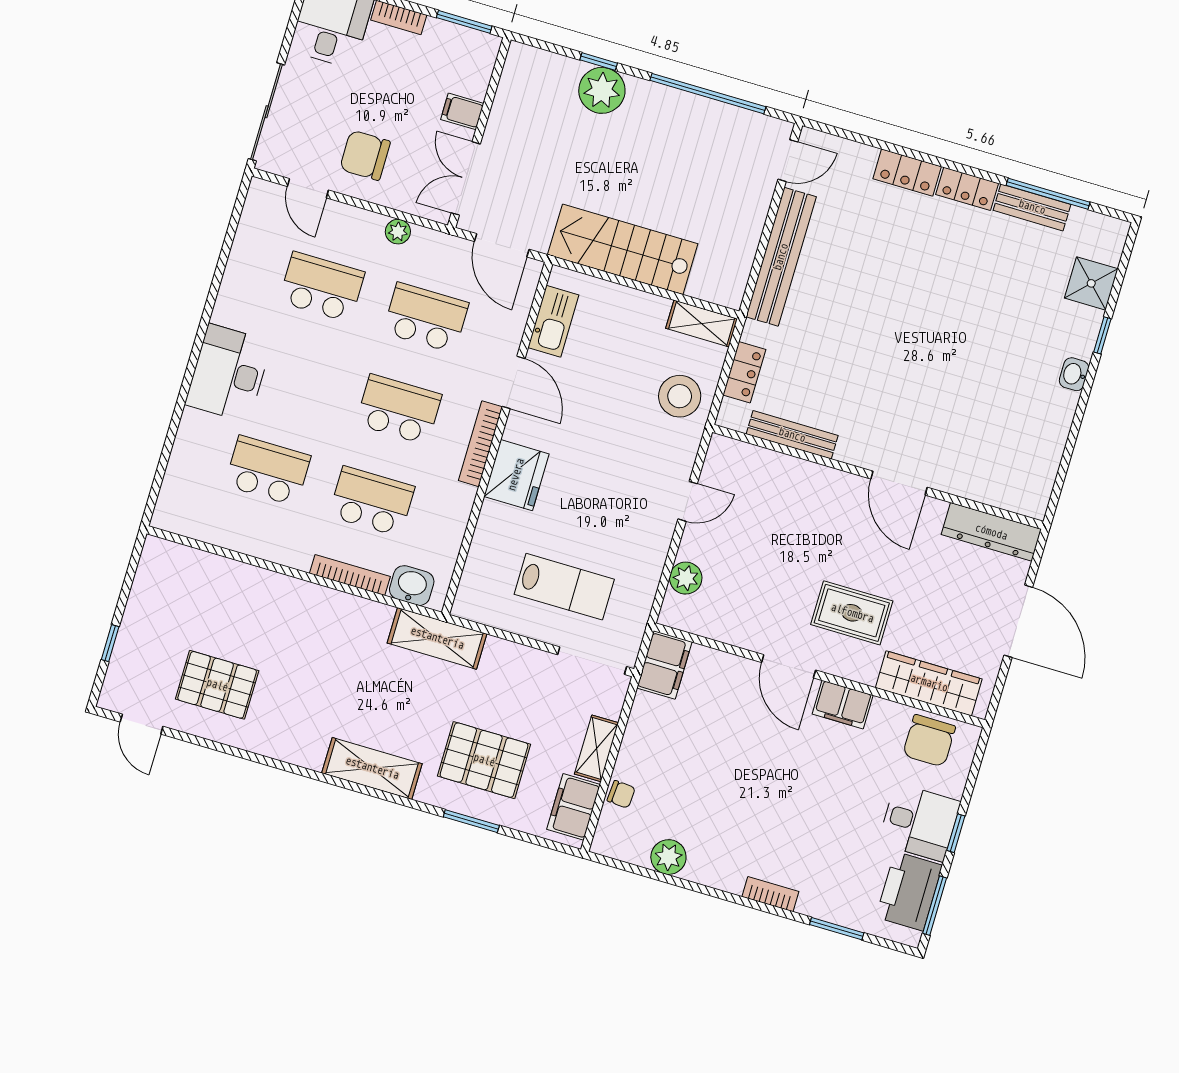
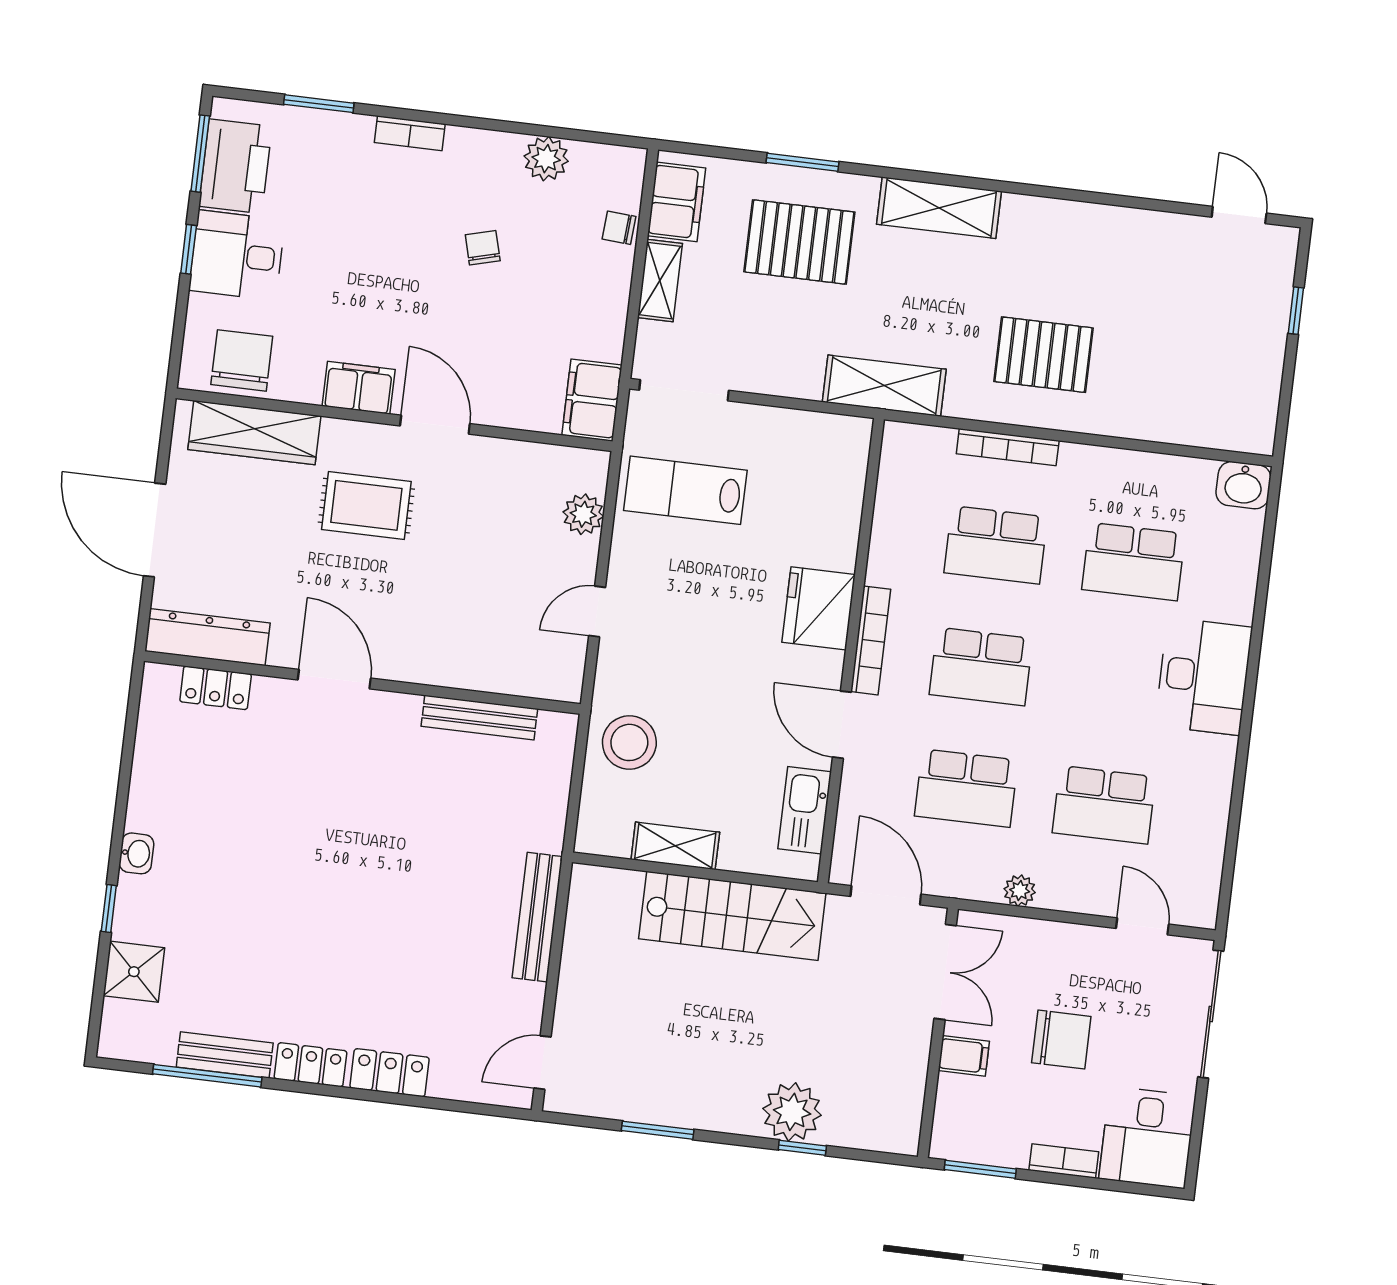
window: (708, 94) -> (658, 1130), width x0.47
chair: (365, 155) -> (1061, 1040), moved
bench: (781, 257) -> (537, 917), width x0.73, depth x0.82
shelving: (702, 324) -> (675, 846), moved
locker: (744, 372) -> (216, 688), moved, turned -90
washbasin: (412, 586) -> (1243, 485), moved
lab bench: (564, 587) -> (685, 490), moved
pallet: (217, 685) -> (1043, 355), moved
chair: (729, 796) -> (483, 248), added

